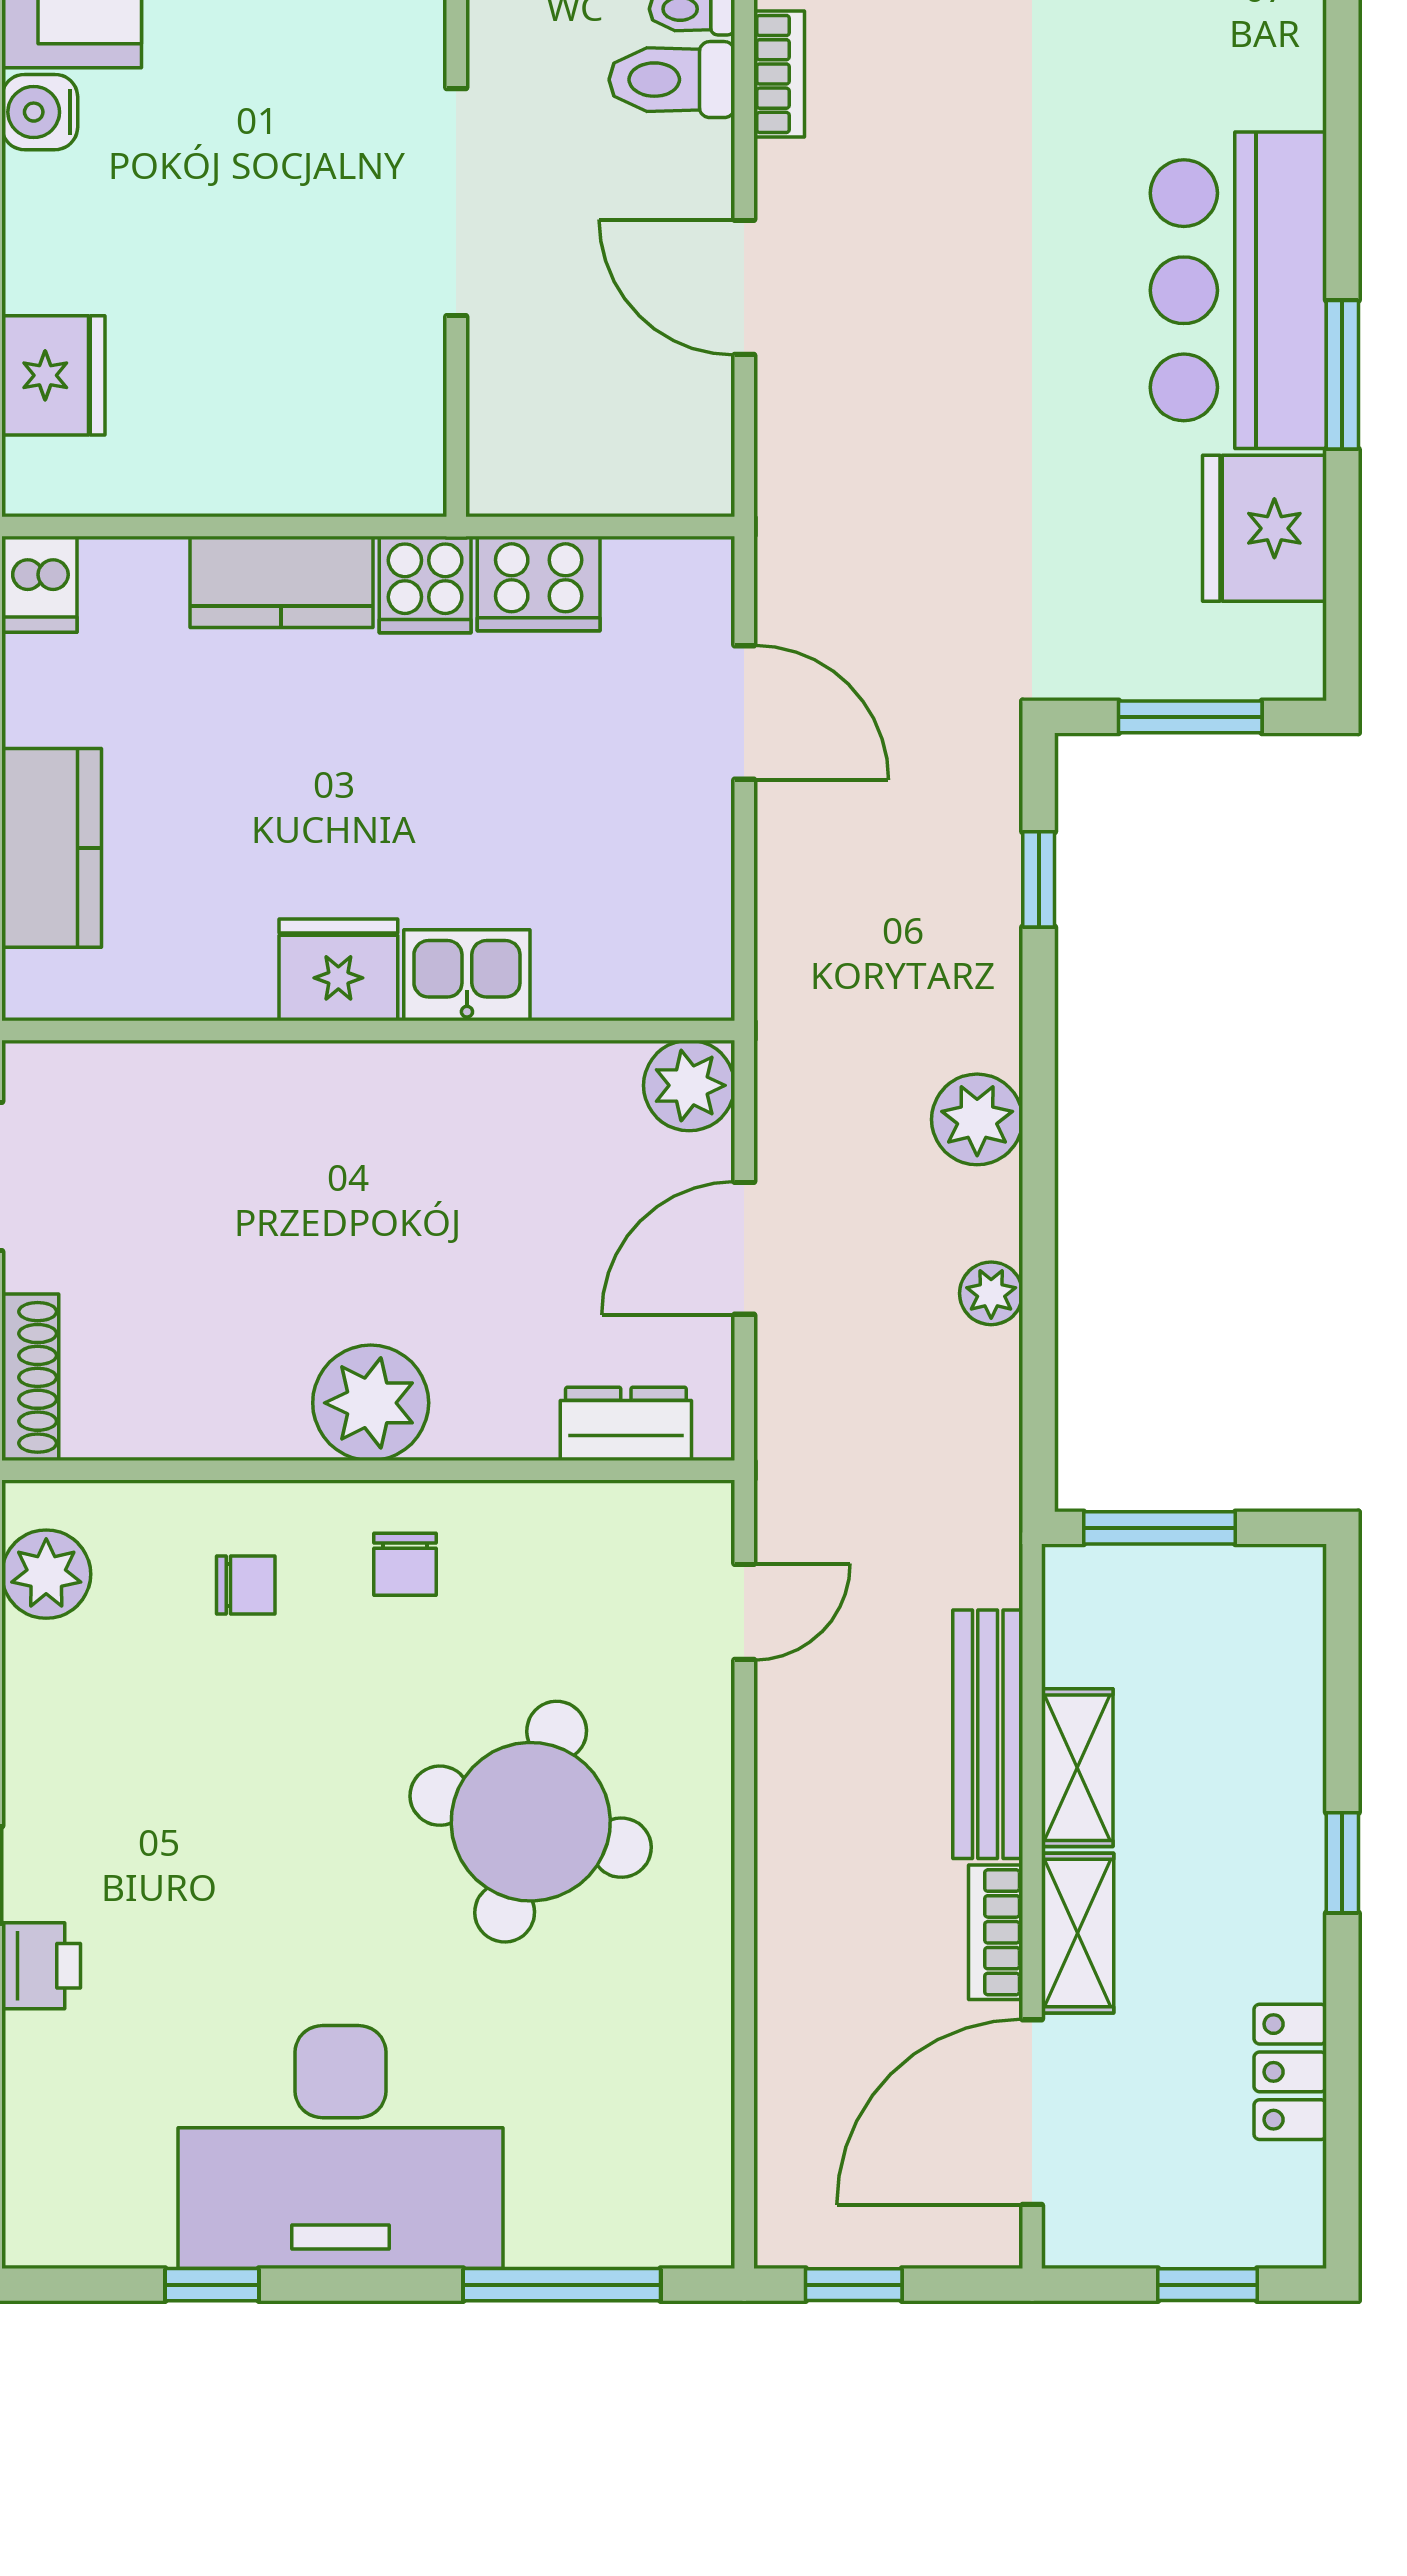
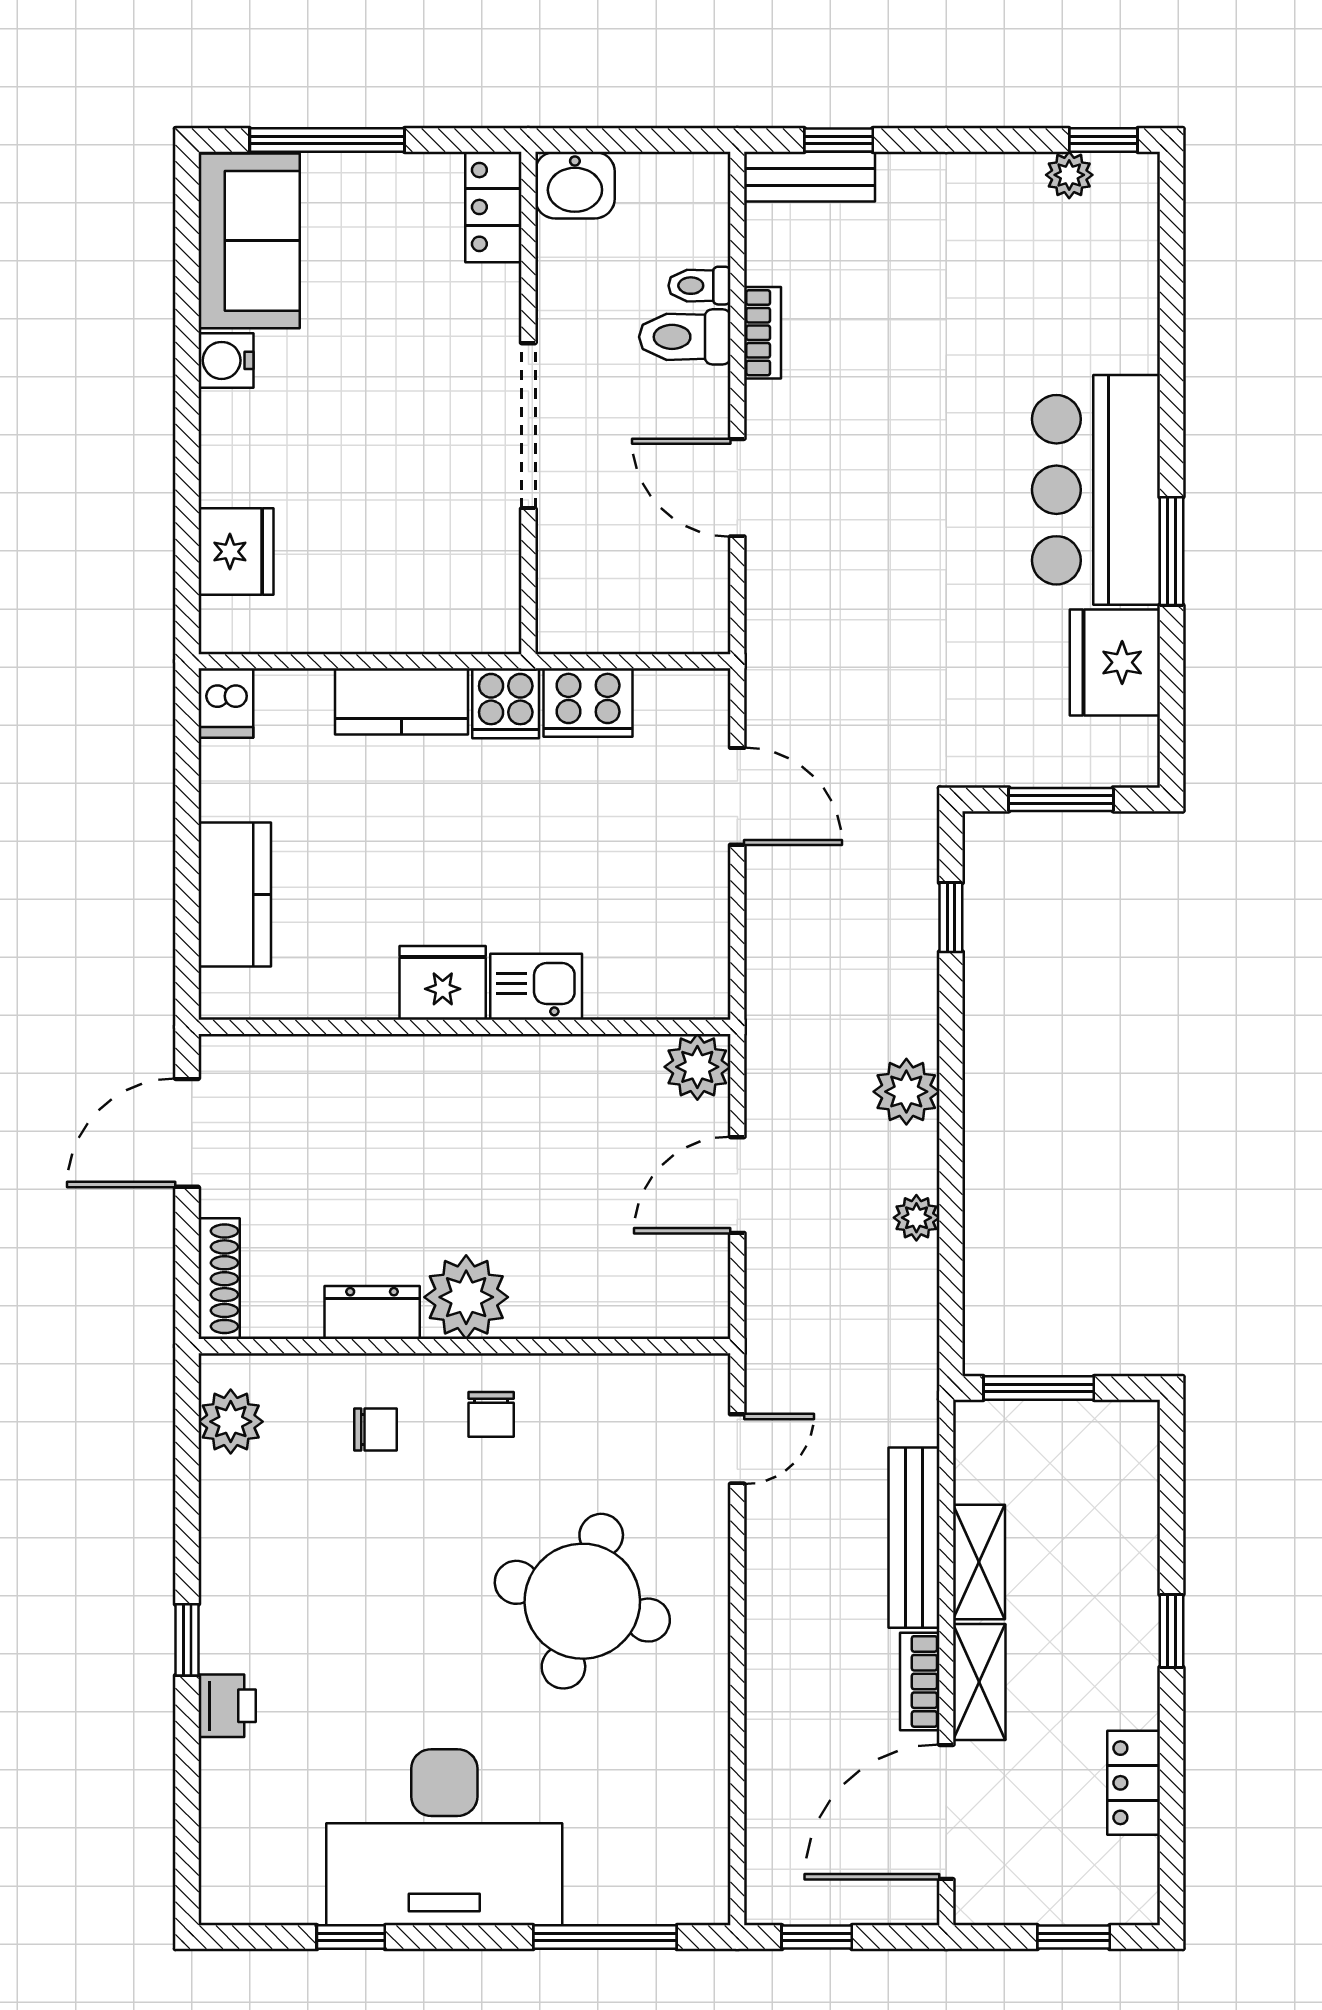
dresser: (626, 1424) -> (372, 1313), moved

